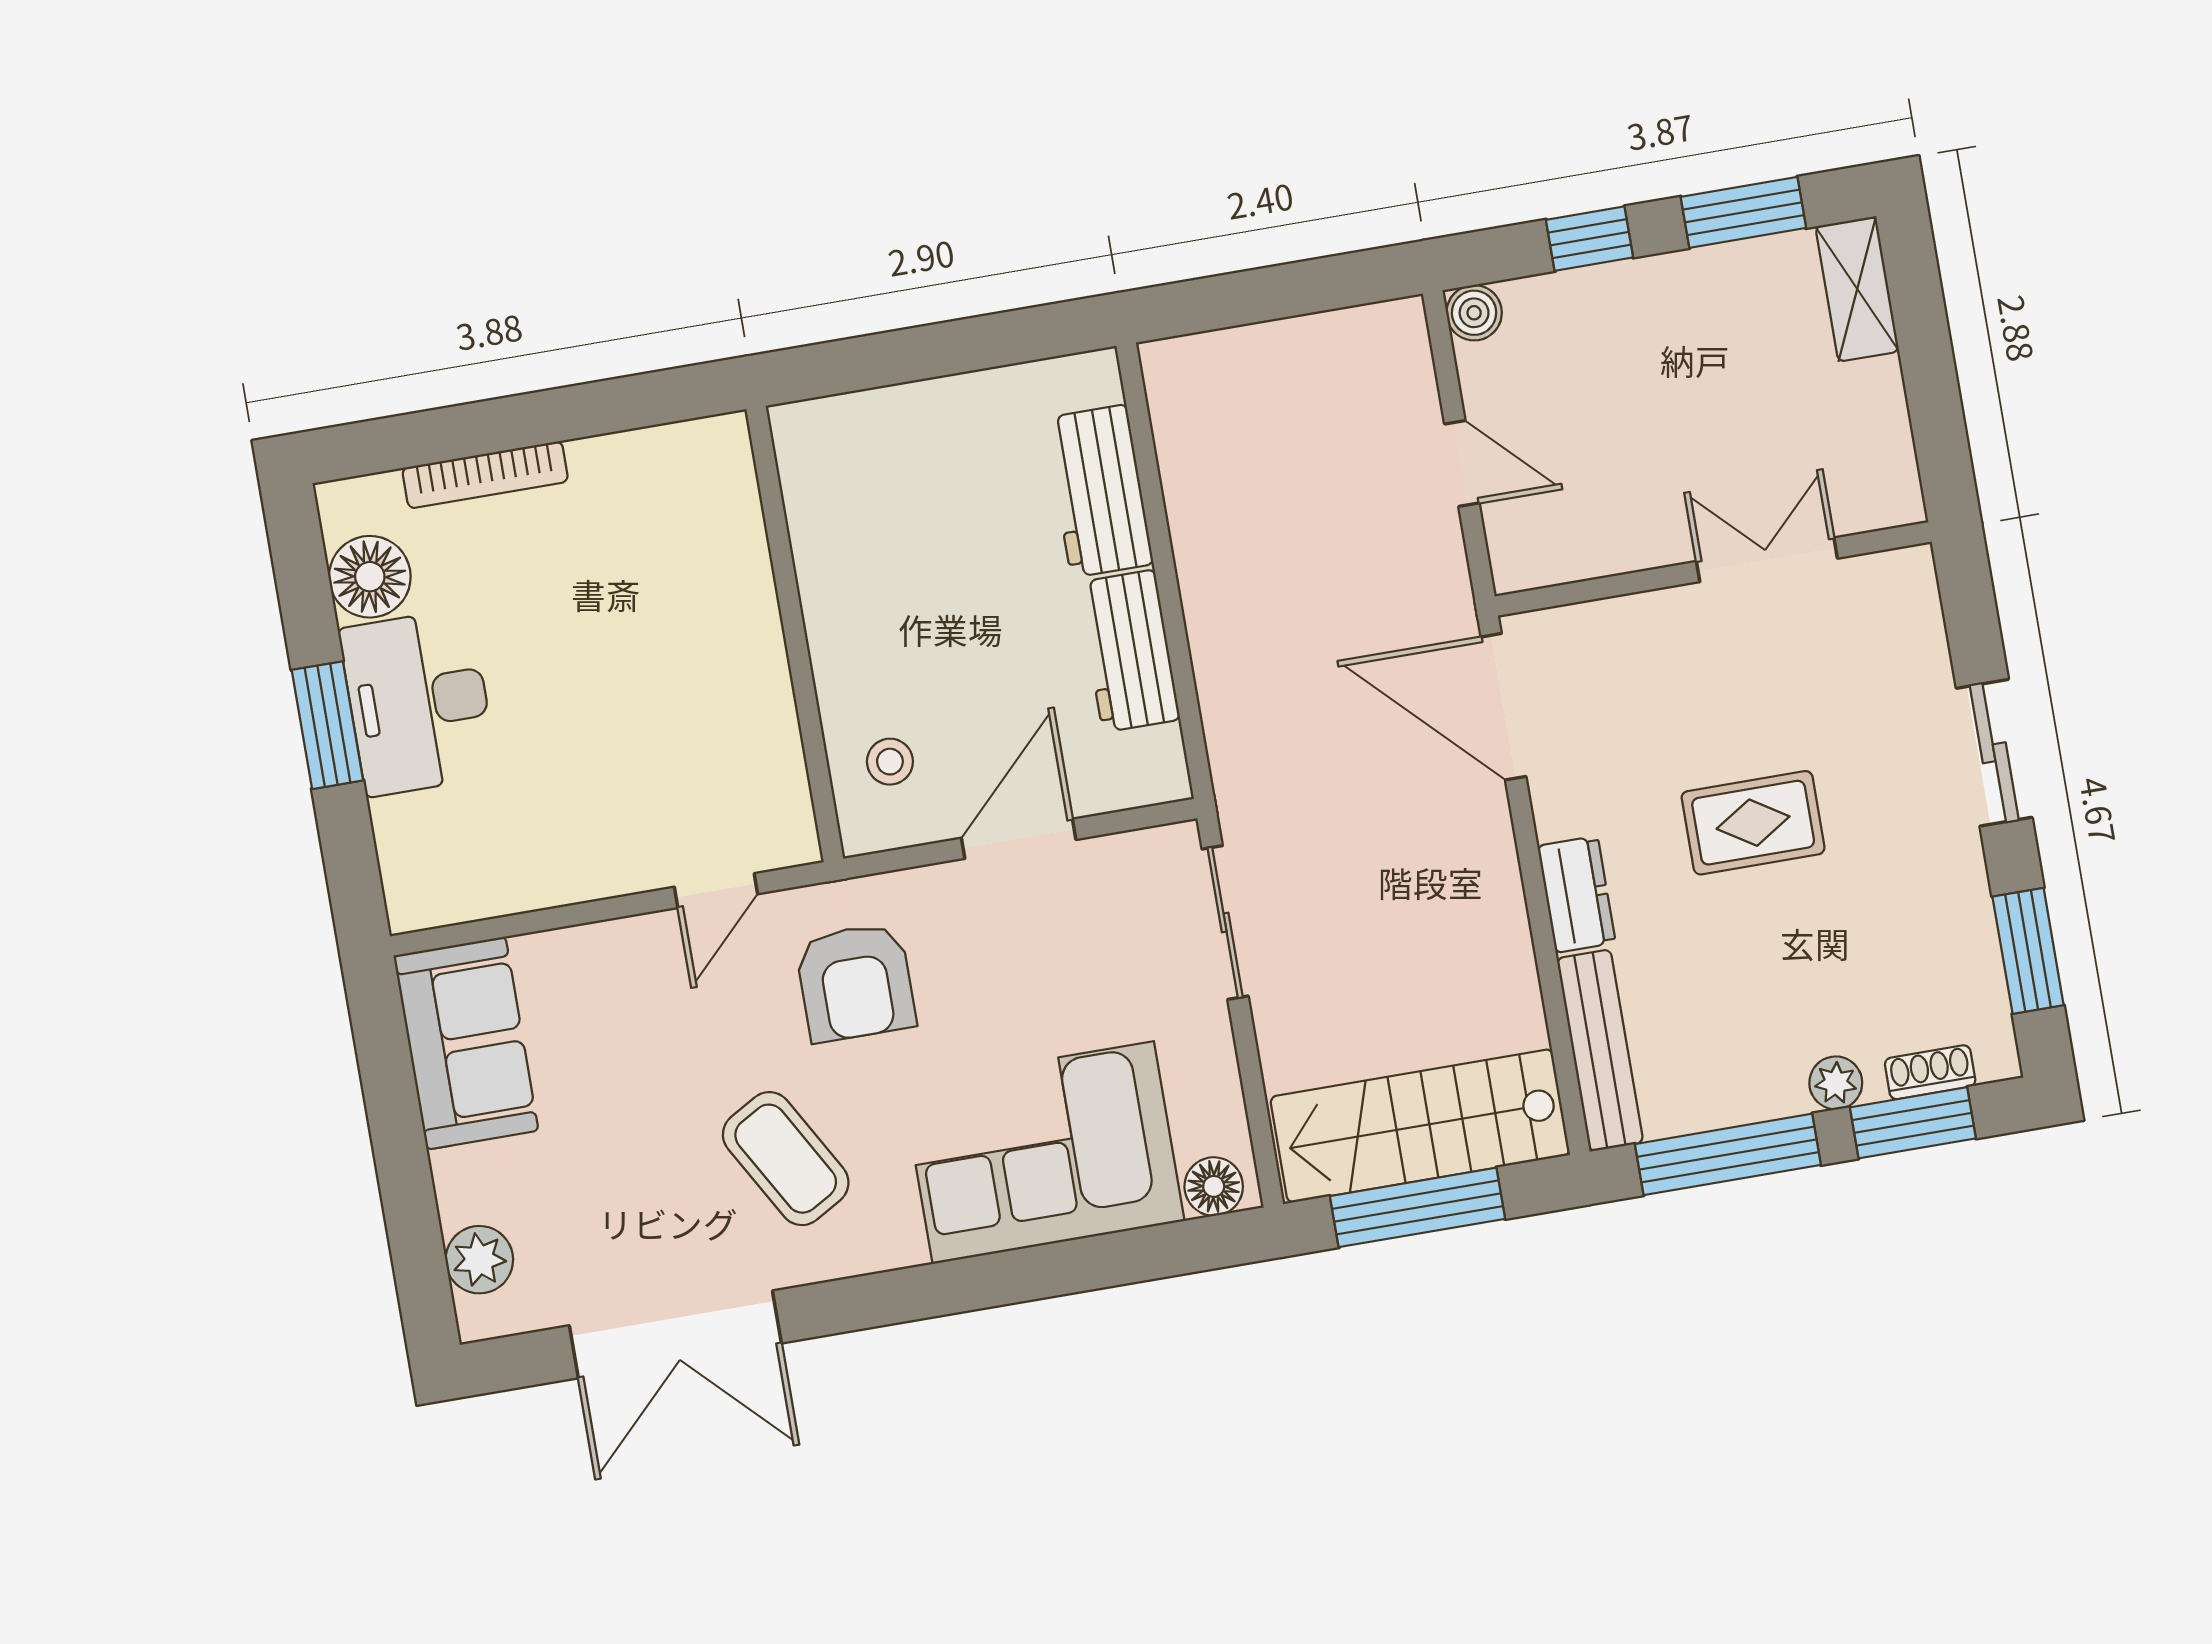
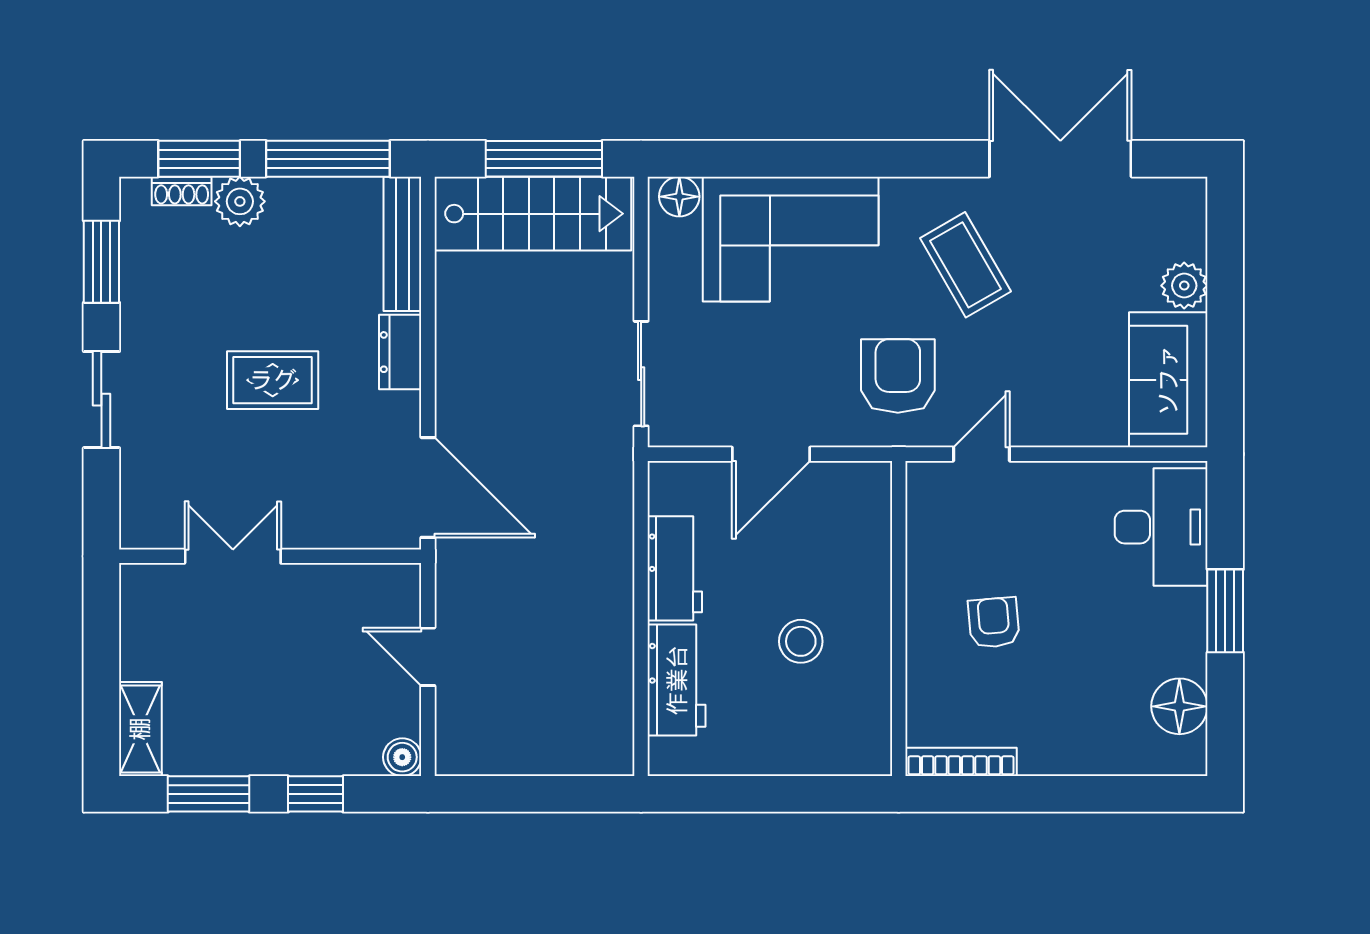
bookcase: (485, 475) -> (961, 762), moved
double door: (1767, 560) -> (233, 556), swing flipped
armchair: (657, 651) -> (994, 623), added
desk: (418, 702) -> (1161, 527), moved
stool: (890, 762) -> (801, 641), moved, width x1.37, depth x1.37
plant: (1836, 1083) -> (240, 201), width x1.38, depth x1.38
plant: (479, 1260) -> (1184, 286), moved

